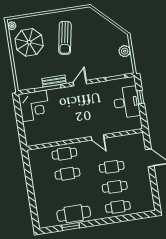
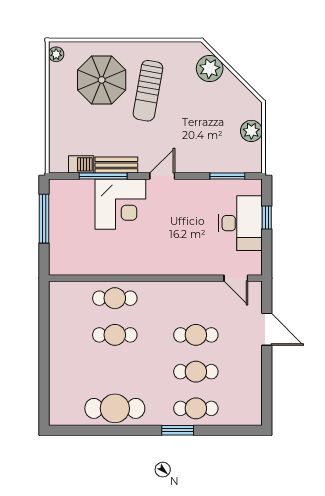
plant: (97, 21) -> (210, 69), added
parasol: (29, 42) -> (102, 80), moved
barbecue: (35, 84) -> (81, 164), added
corner desk: (34, 106) -> (120, 204), moved
window: (19, 116) -> (44, 219), added
door: (98, 137) -> (236, 278), moved
window: (71, 226) -> (178, 430), moved

